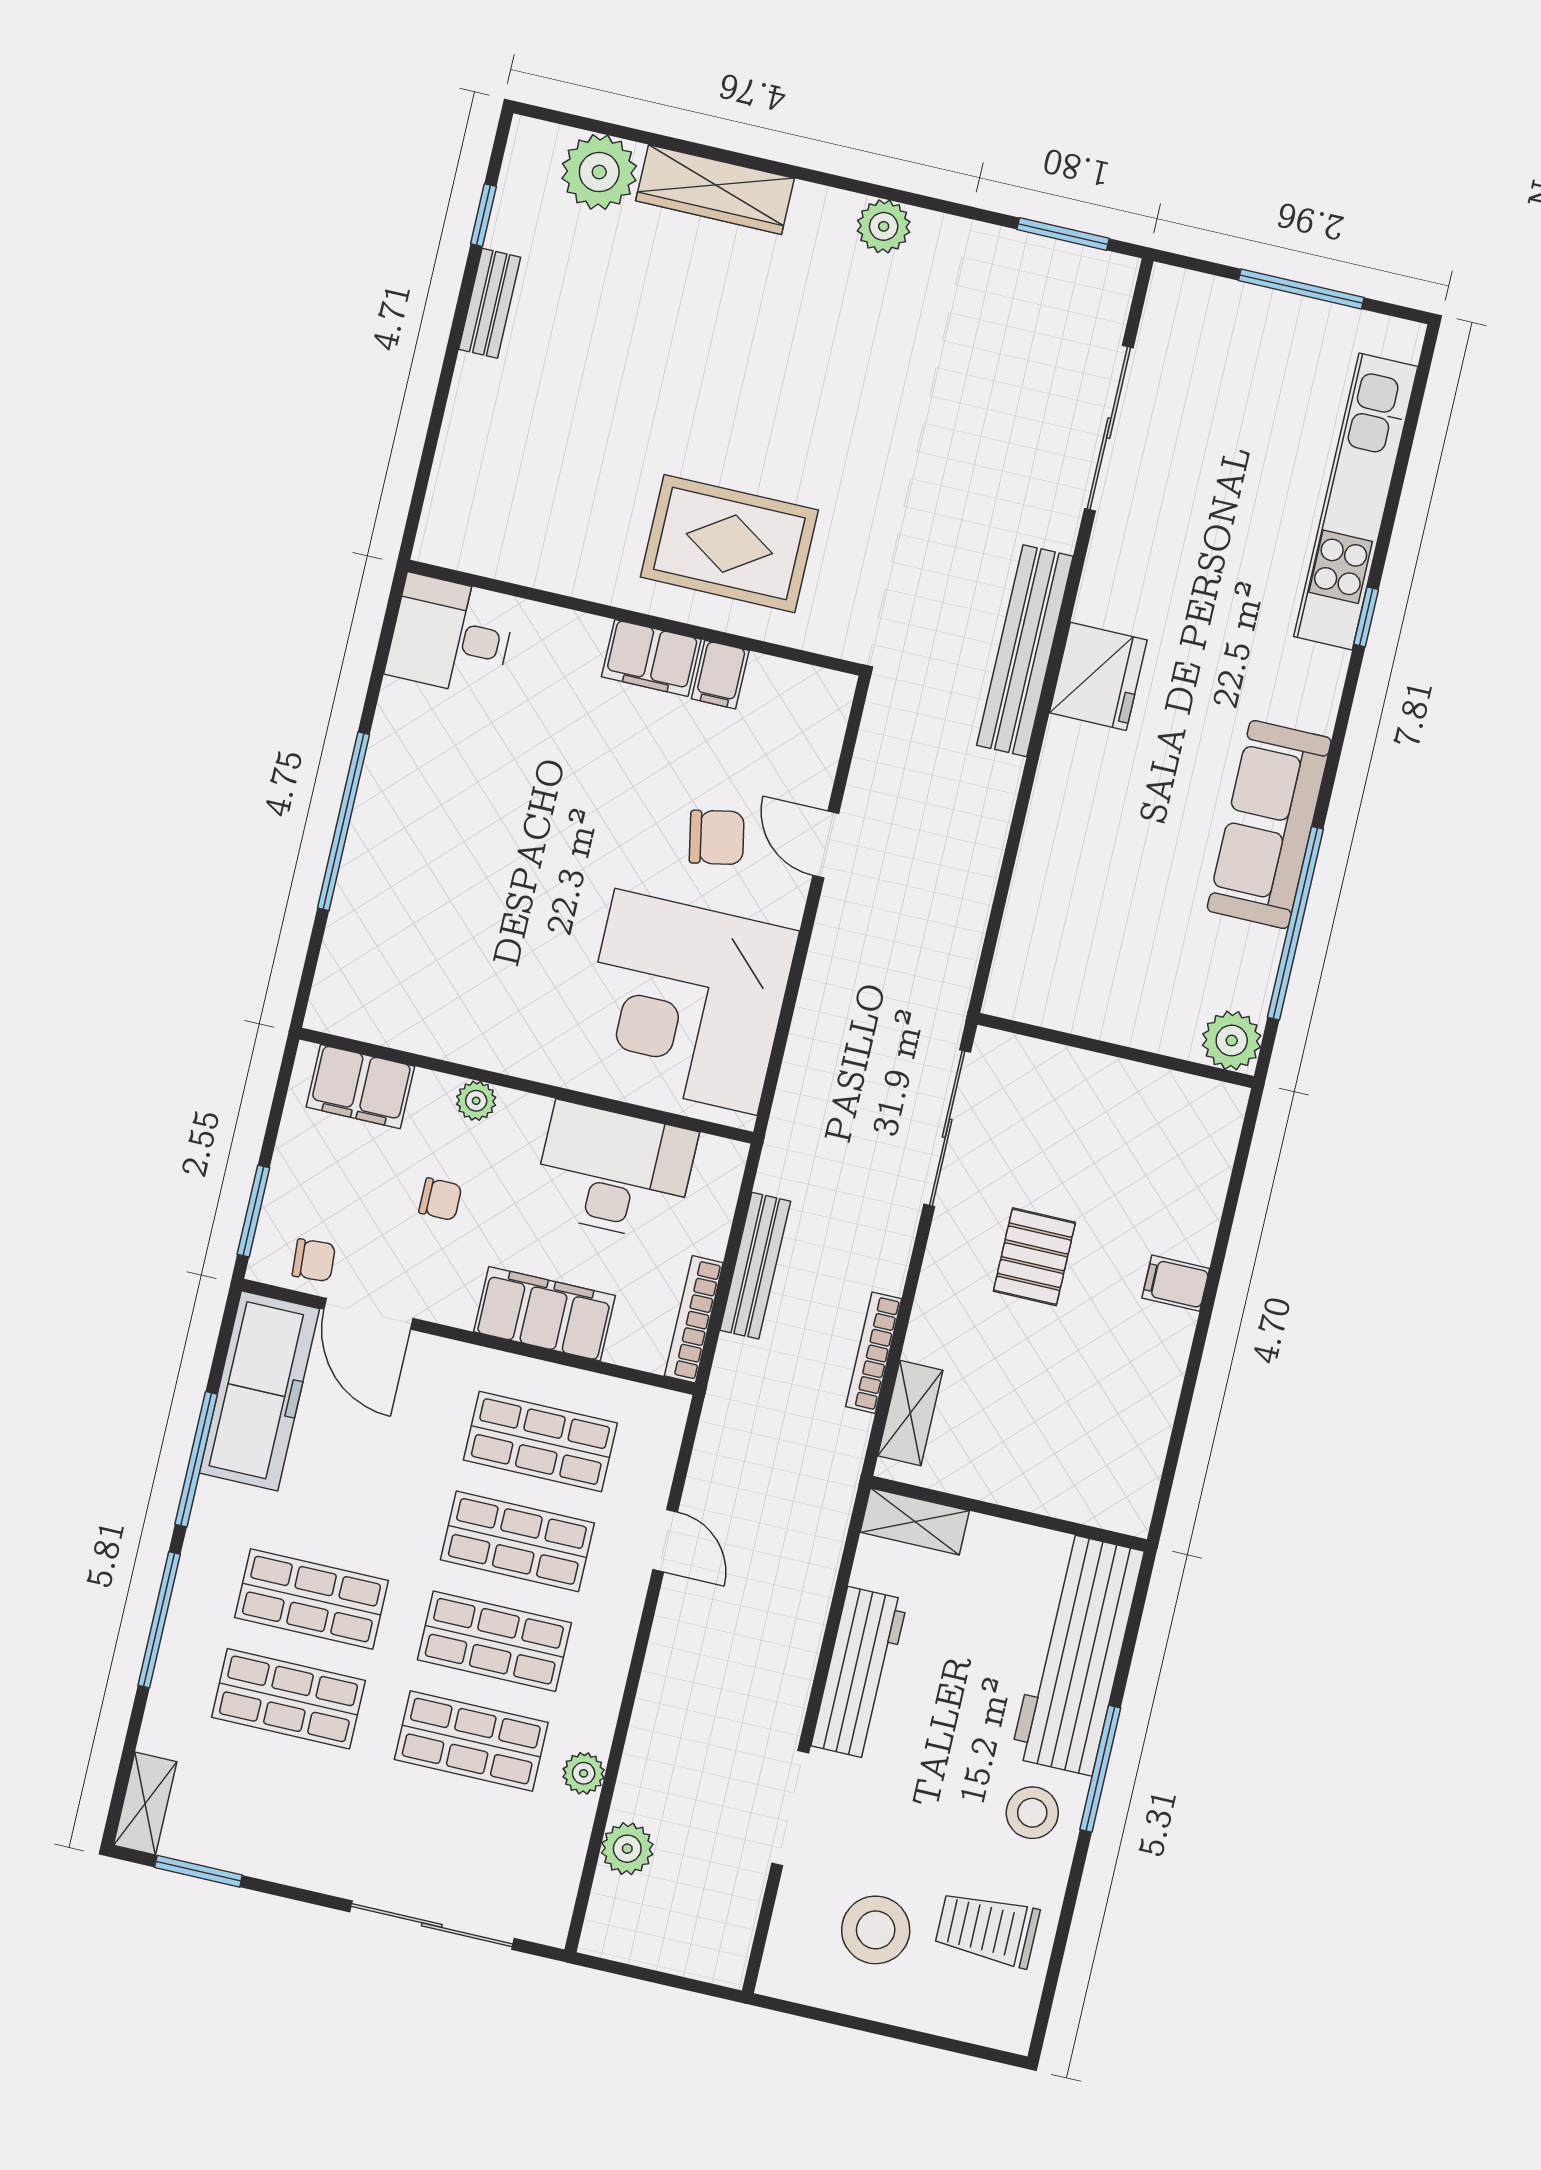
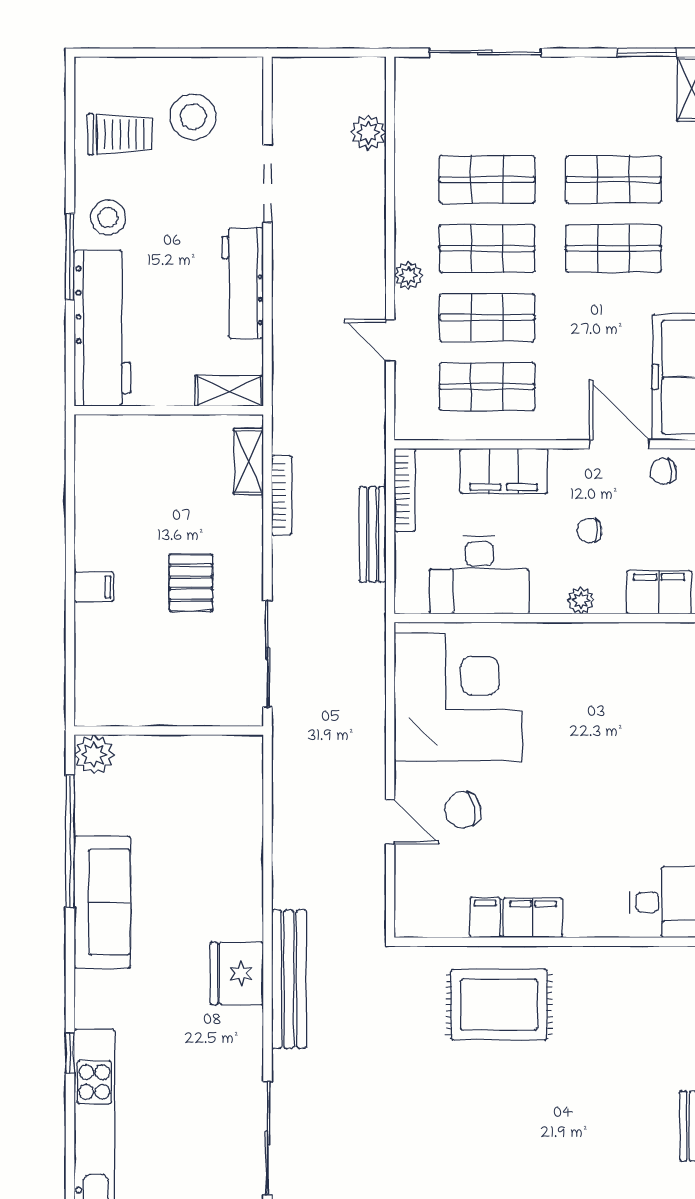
plant: (584, 1773) -> (408, 276), moved

